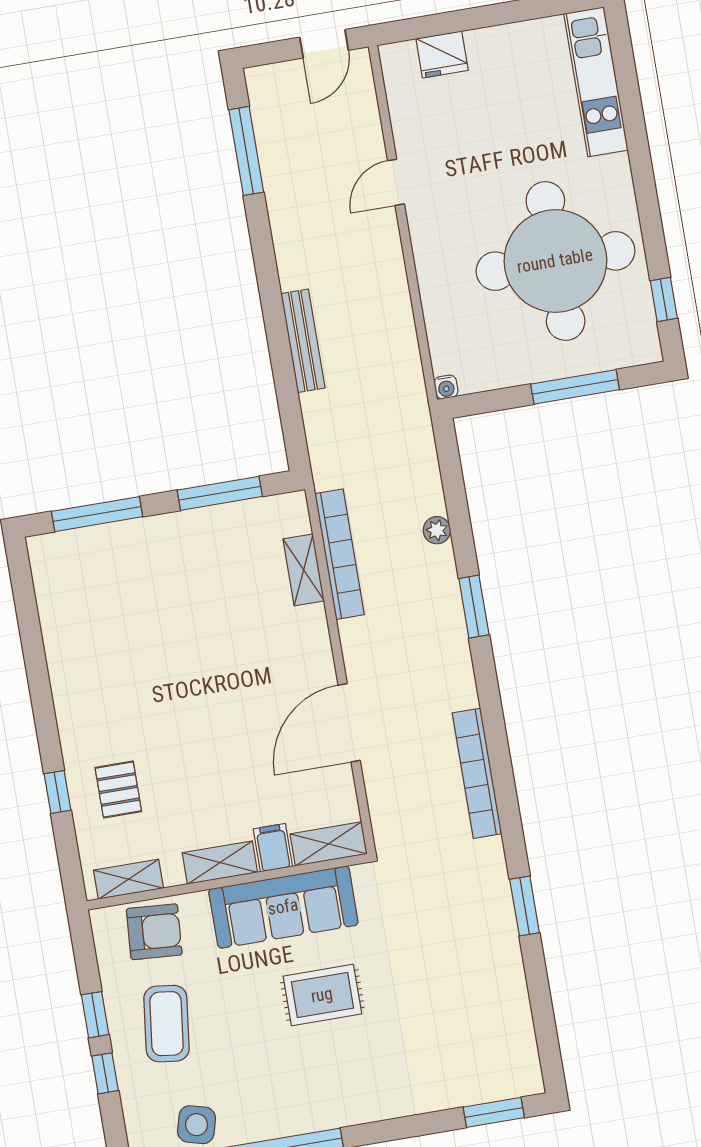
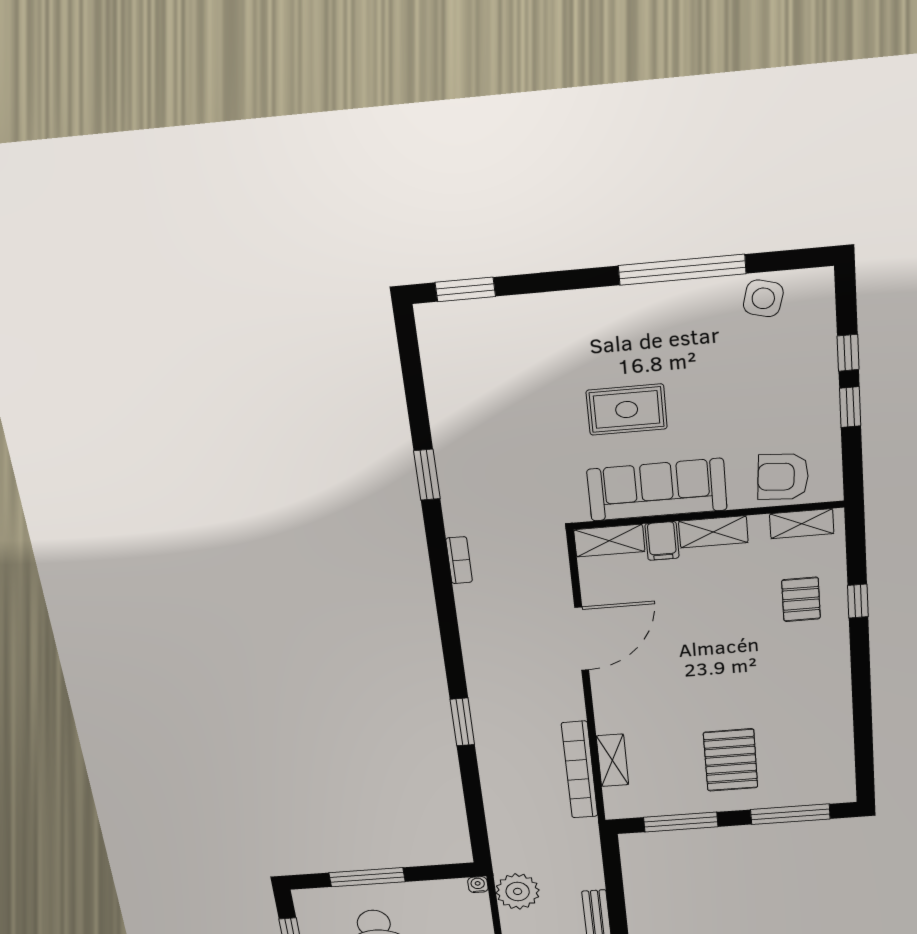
plant: (437, 530) -> (518, 891), moved, width x1.87, depth x1.87
pallet: (172, 581) -> (731, 760), added
bookcase: (477, 773) -> (459, 560), width x0.43, depth x0.76
coffee table: (166, 1024) -> (782, 394), removed

